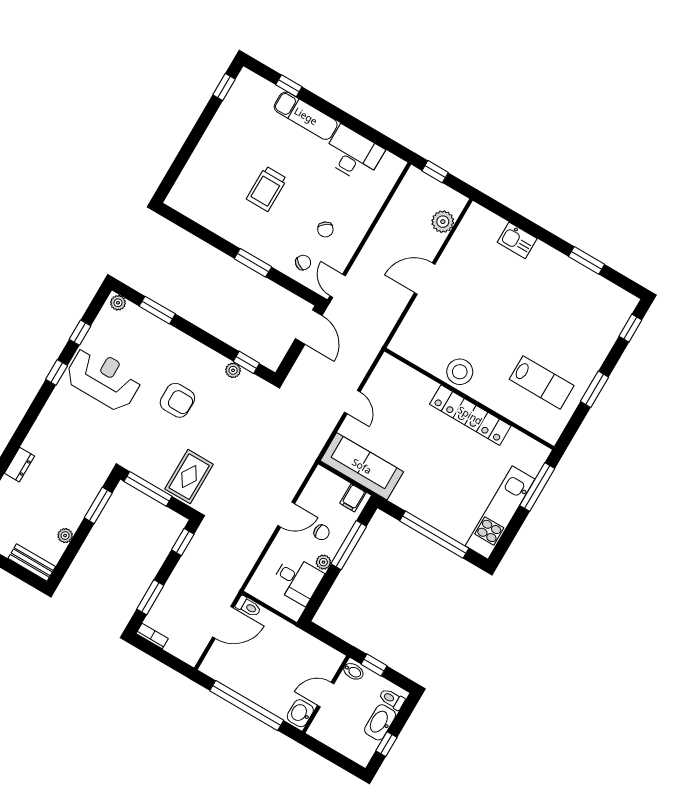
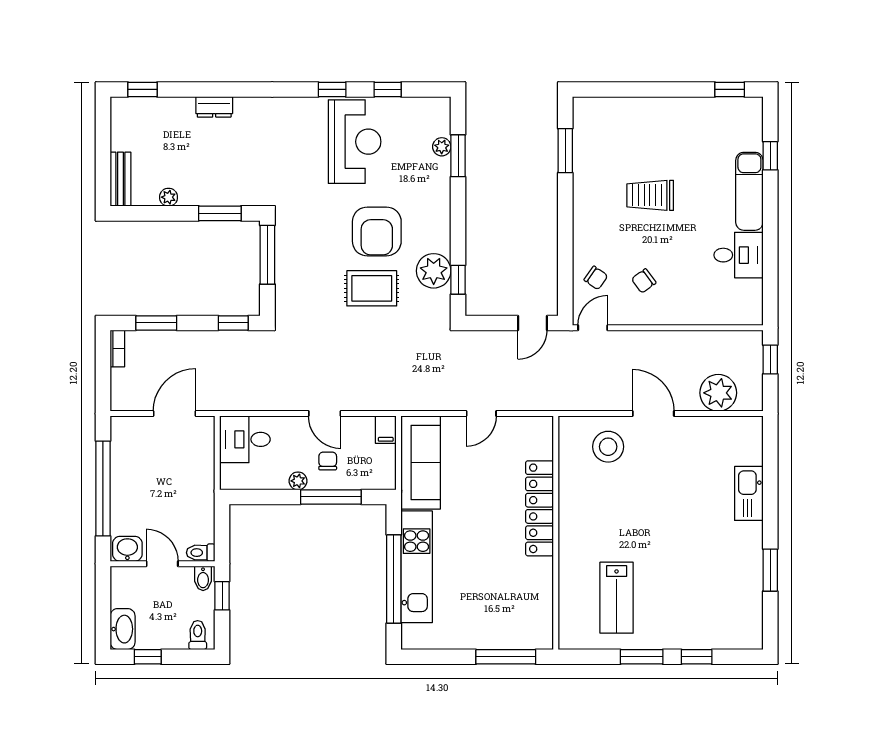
desk: (353, 154) -> (738, 255), width x0.73
plant: (443, 222) -> (718, 393), width x1.36, depth x1.36
kitchen sink: (517, 240) -> (749, 493), width x1.38
window: (253, 263) -> (565, 151), moved
plant: (118, 303) -> (442, 147), moved
door: (309, 327) -> (532, 323), width x0.73
window: (630, 328) -> (697, 657), moved
plant: (233, 370) -> (434, 271), width x1.88, depth x1.88
stool: (460, 372) -> (608, 447), moved
armchair: (177, 400) -> (377, 231), width x1.36, depth x1.36
locker: (470, 415) -> (540, 508), moved
rug: (189, 477) -> (372, 288), moved
filing cabinet: (353, 498) -> (386, 430), moved, turned -90
kitchen unit: (500, 512) -> (417, 567), moved, turned 90
chair: (322, 532) -> (328, 461), turned 180
desk: (297, 580) -> (245, 439), moved, turned 90
toilet: (248, 607) -> (201, 553), moved, turned 90
door: (223, 622) -> (174, 414), swing flipped
washbasin: (380, 722) -> (123, 629), moved, turned 90

